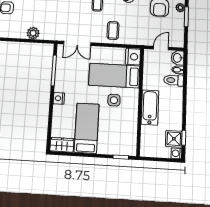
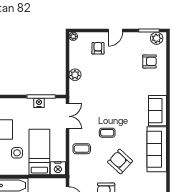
double door: (77, 43) -> (67, 116), swing flipped
nightstand: (59, 98) -> (39, 103), moved

